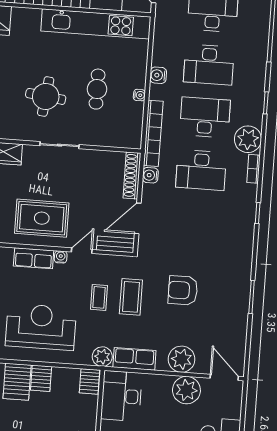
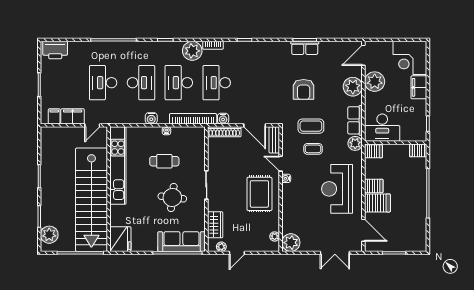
desk: (201, 170) -> (217, 83), turned 180
row of seats: (34, 258) -> (305, 48), moved, turned 90

